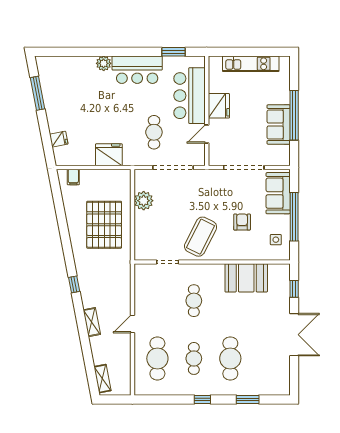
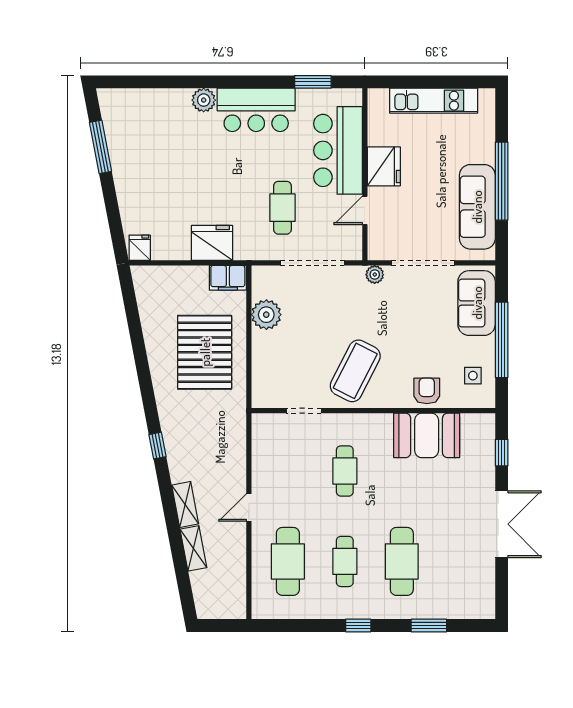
sofa: (279, 124) -> (477, 207), width x1.36
fridge: (59, 139) -> (140, 248), moved, turned -79
plant: (213, 175) -> (375, 275), added
filing cabinet: (73, 177) -> (228, 278), moved, width x2.00
armchair: (242, 222) -> (427, 391), moved
shelving: (102, 379) -> (193, 548), moved

